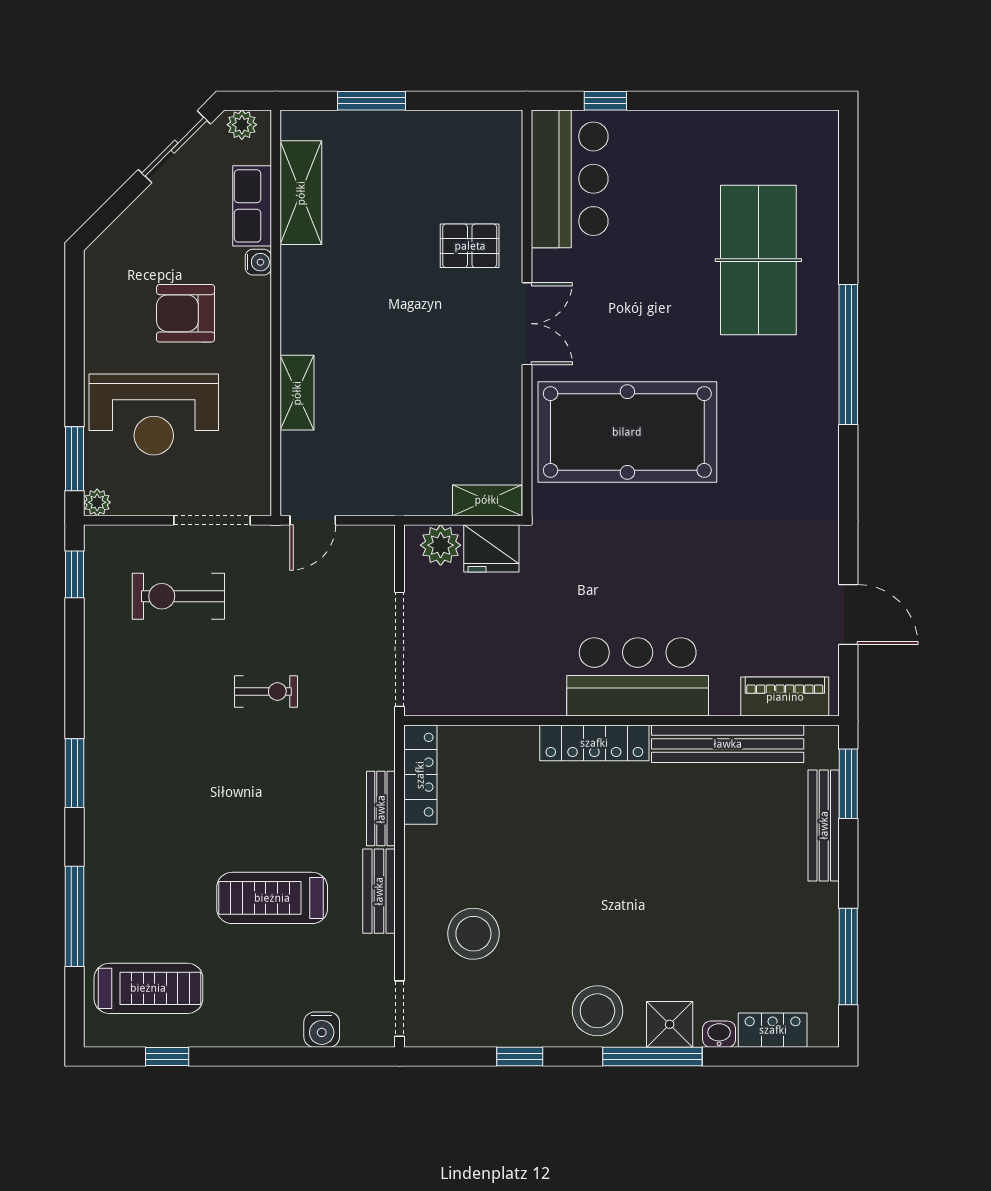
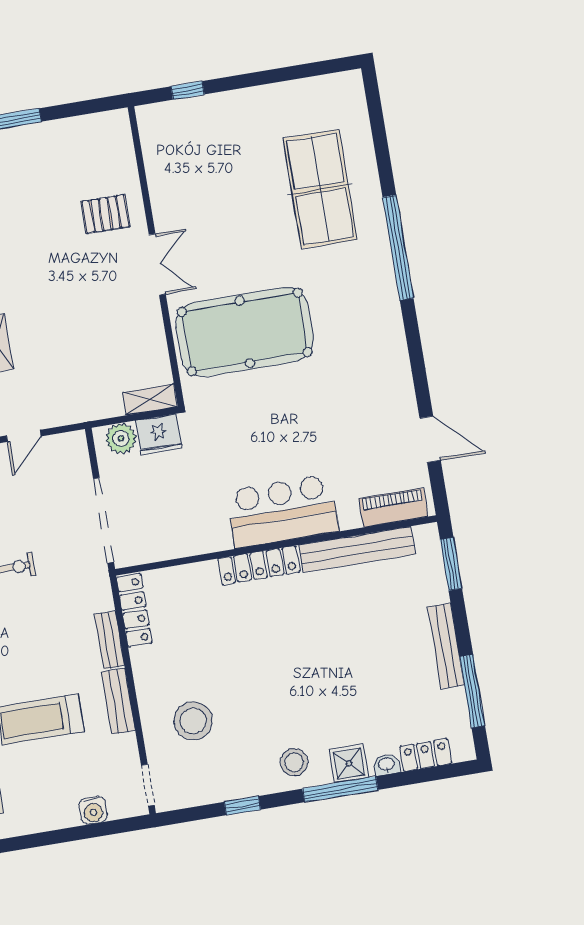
bar counter: (570, 179) -> (171, 152), removed
bench: (824, 825) -> (446, 646), moved
stool: (597, 1011) -> (294, 762), width x0.73, depth x0.73

